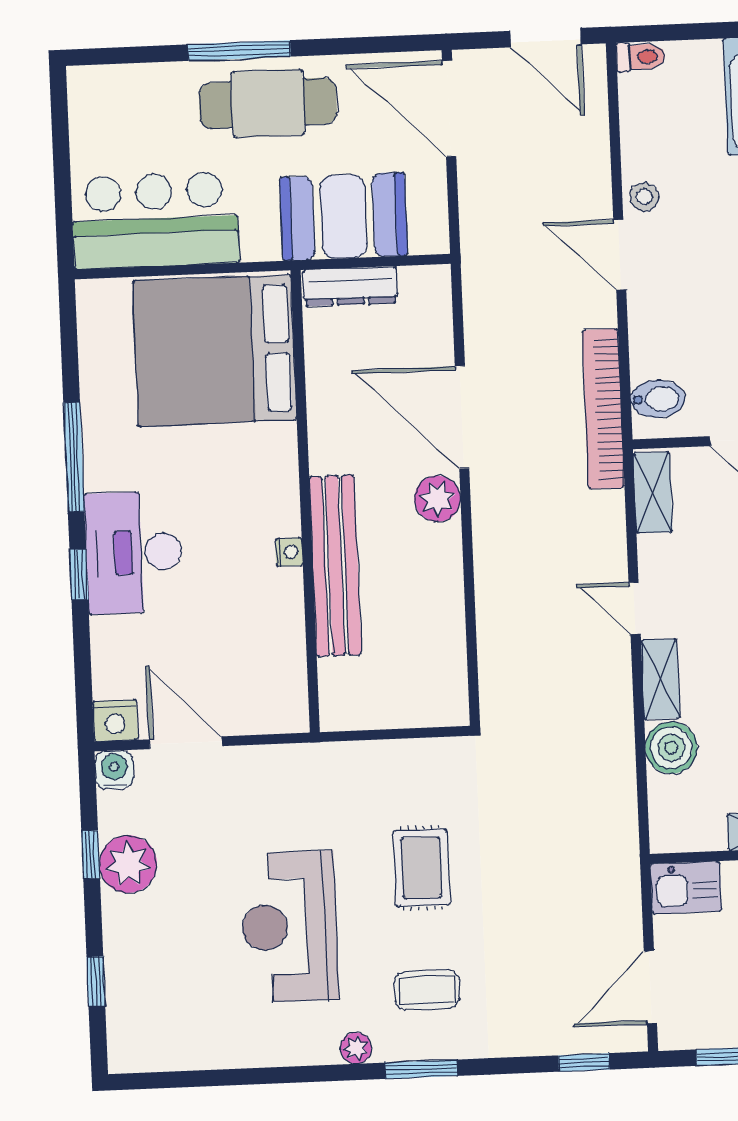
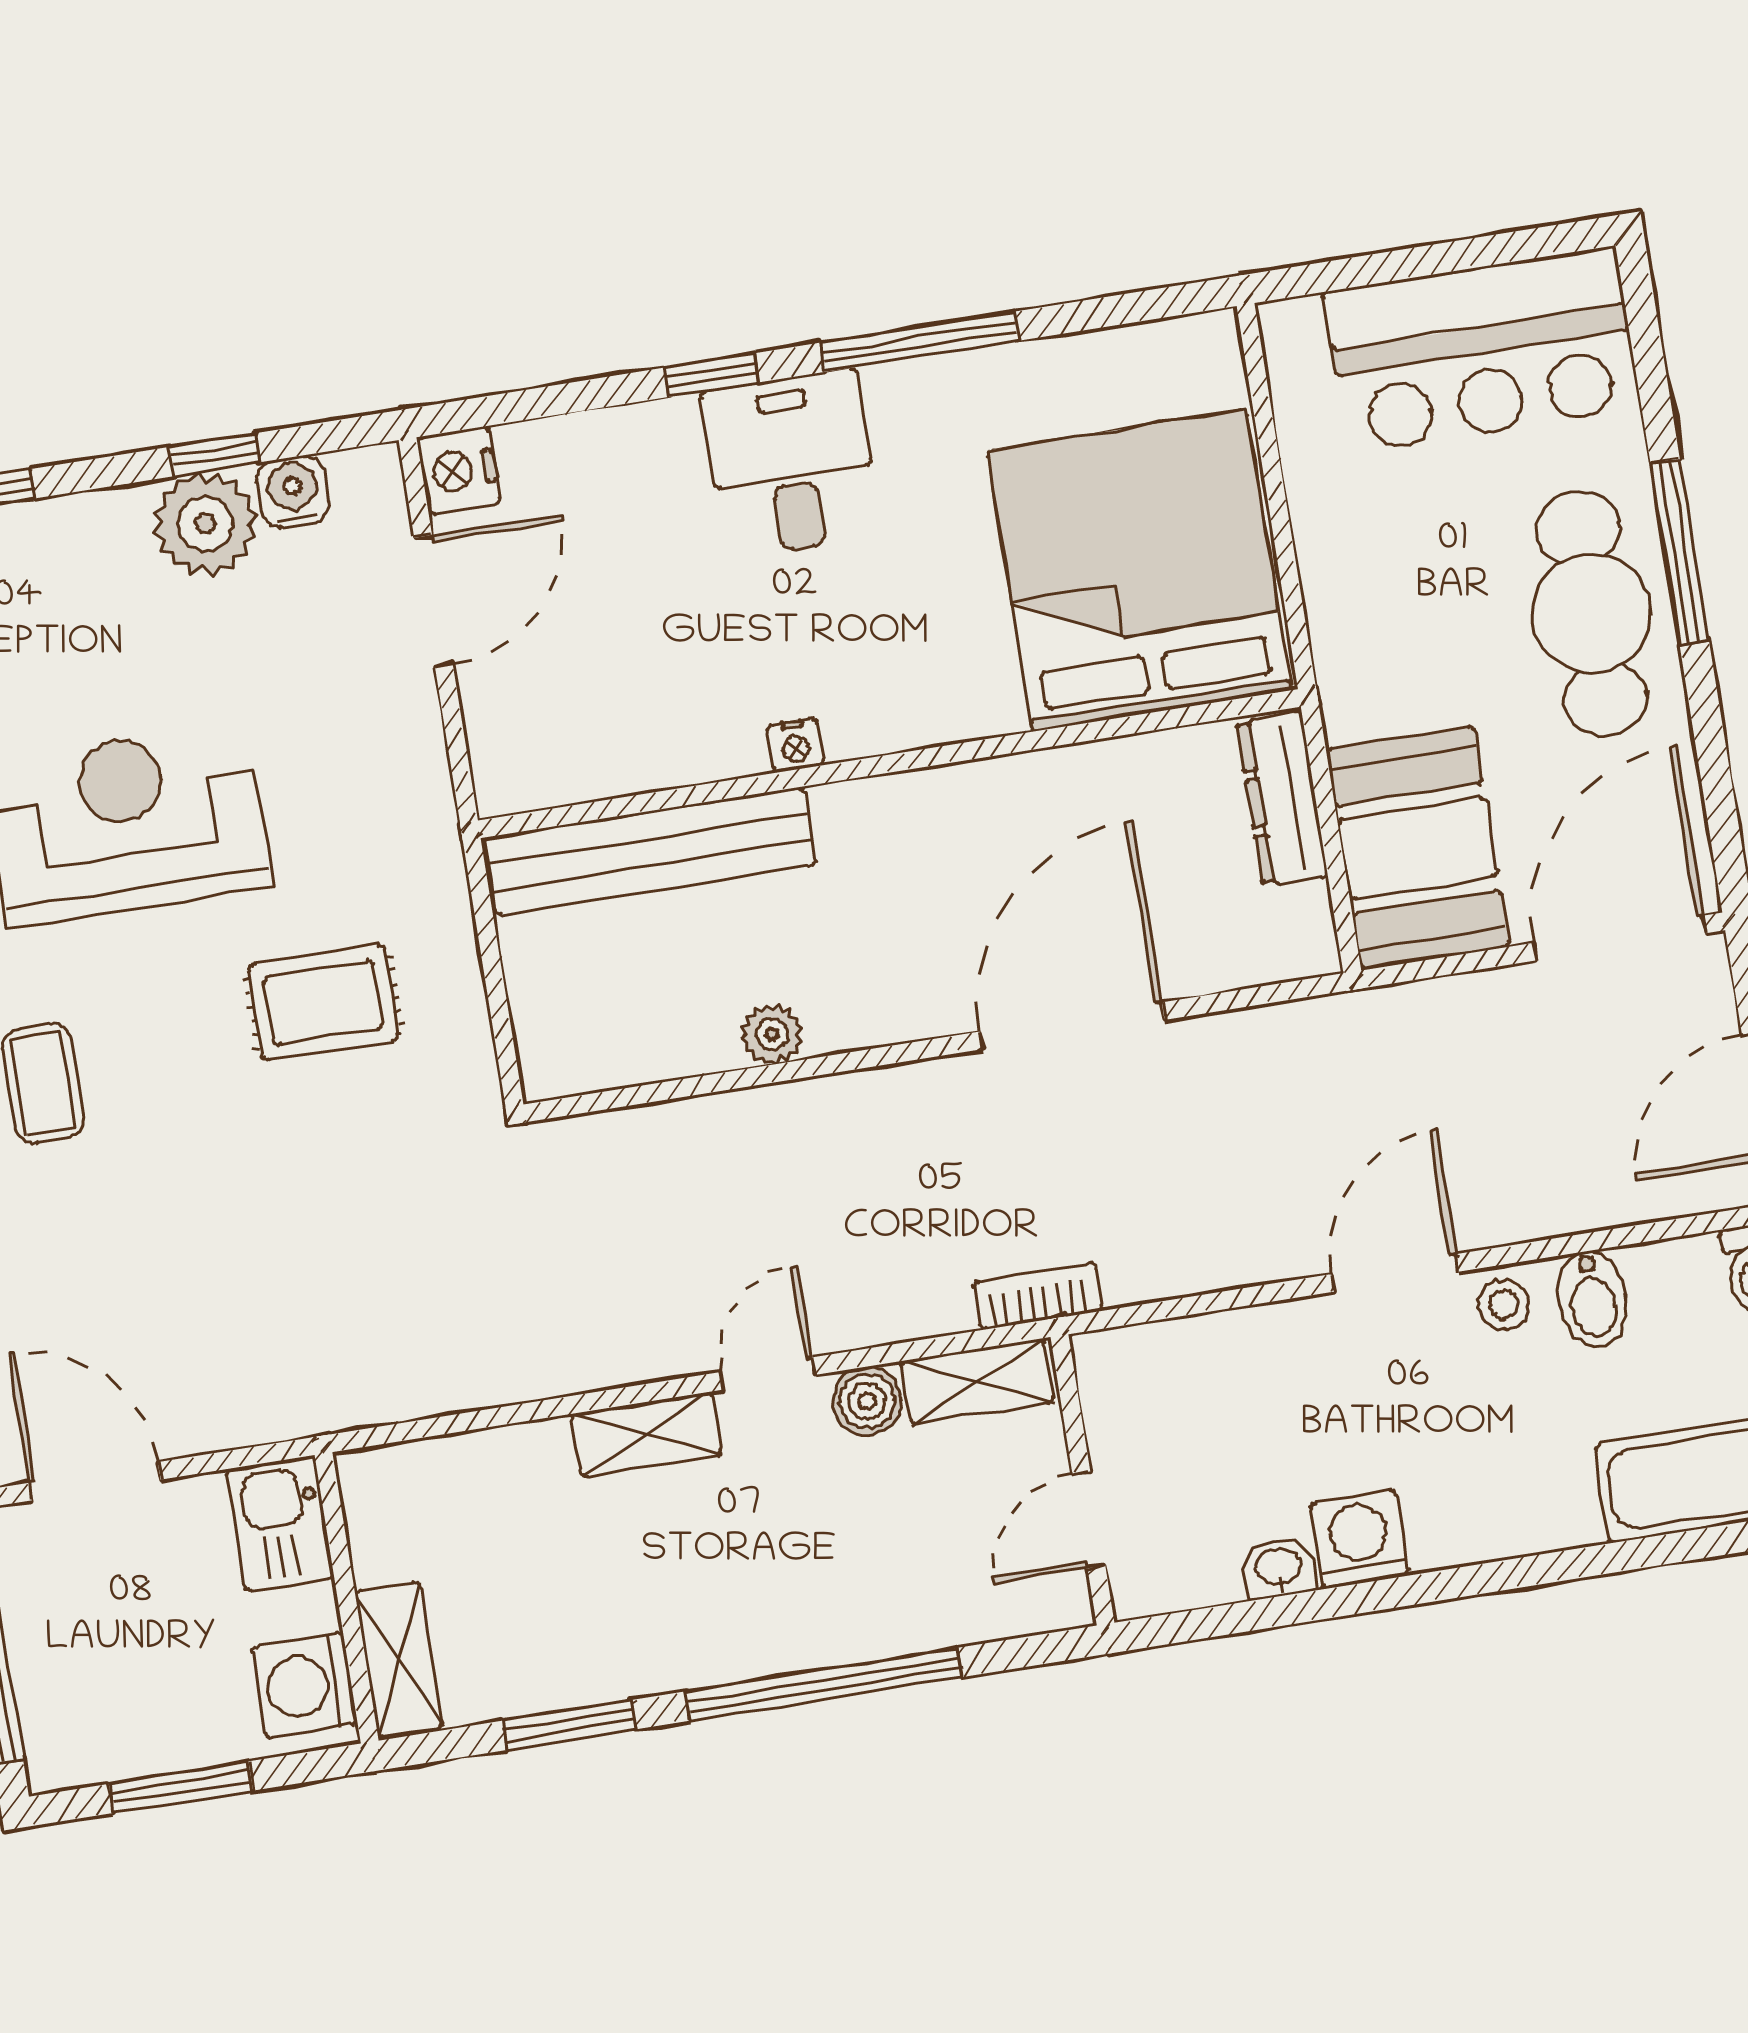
booth: (343, 216) -> (1418, 848), moved
bar counter: (155, 220) -> (1482, 350), moved, turned 90
bidet: (658, 399) -> (1593, 1299), moved
bookcase: (603, 409) -> (1038, 1296), width x0.43, depth x0.76
plant: (437, 499) -> (772, 1034), moved, width x0.73, depth x0.73
desk: (134, 552) -> (791, 464), width x0.73
bench: (335, 566) -> (650, 852), moved
boiler: (671, 748) -> (867, 1401), moved, width x0.73, depth x0.73
water cooler: (114, 770) -> (293, 492), moved, turned -90
rug: (421, 868) -> (324, 1002), moved

